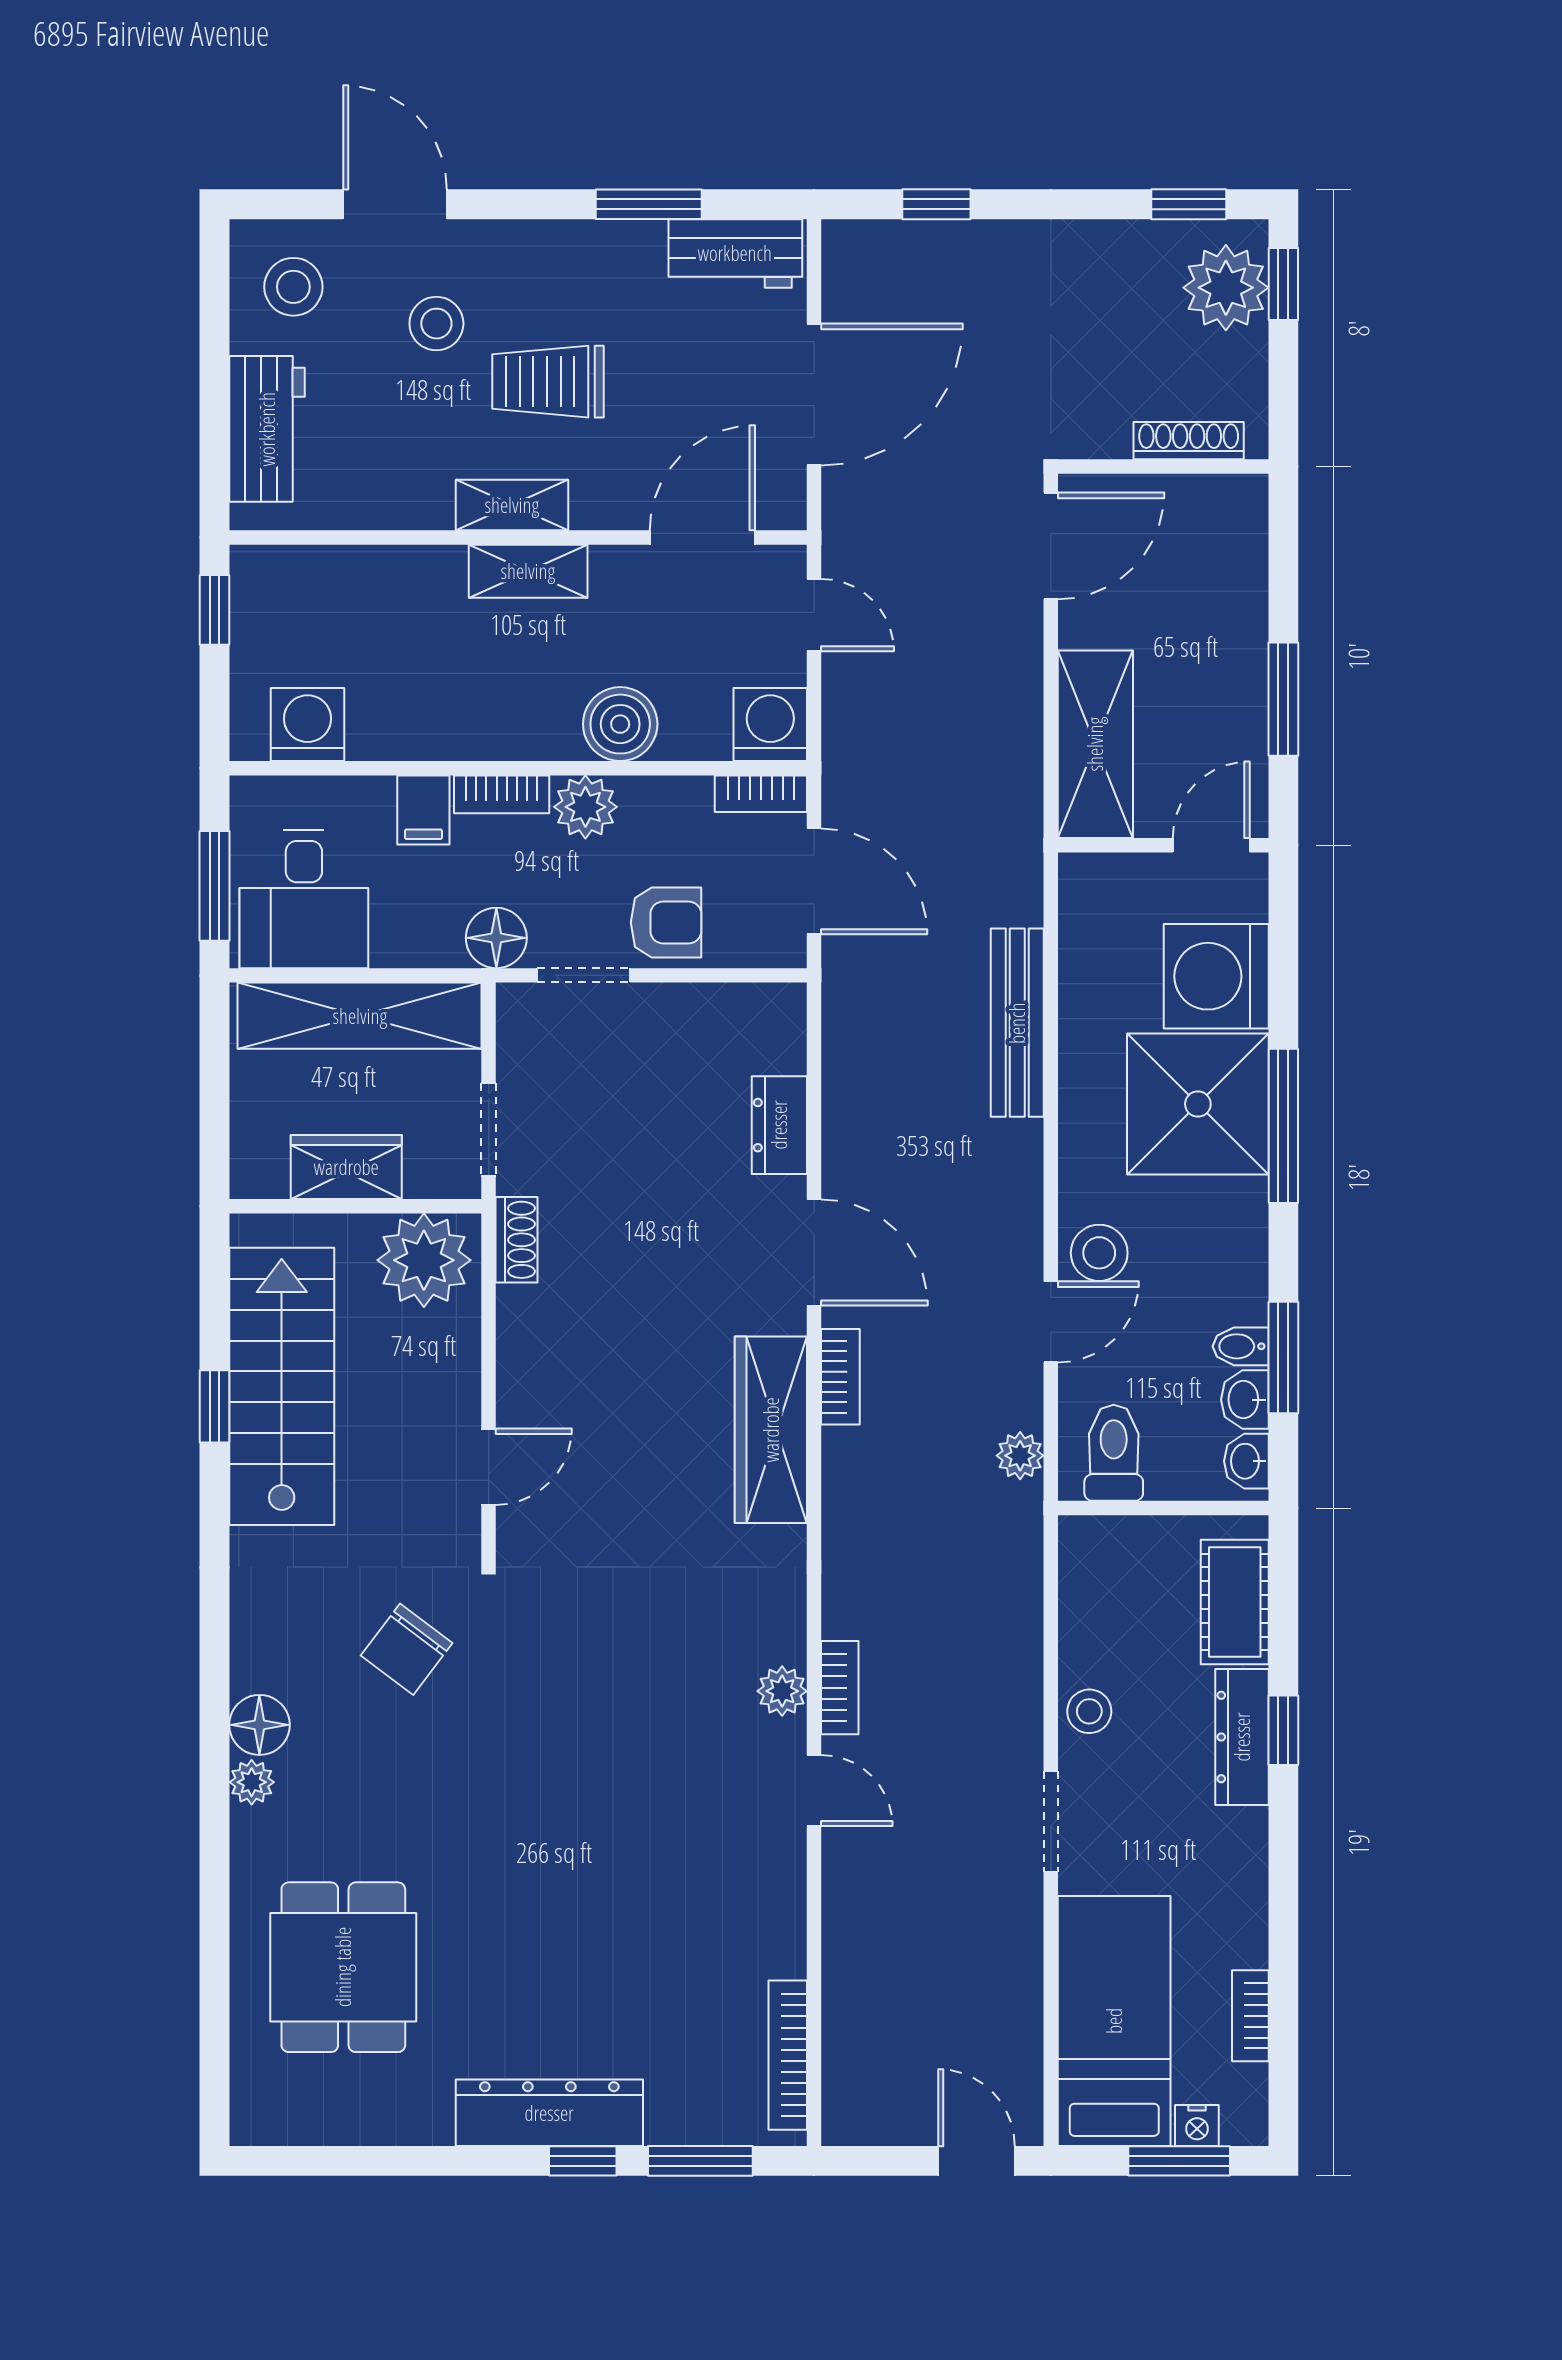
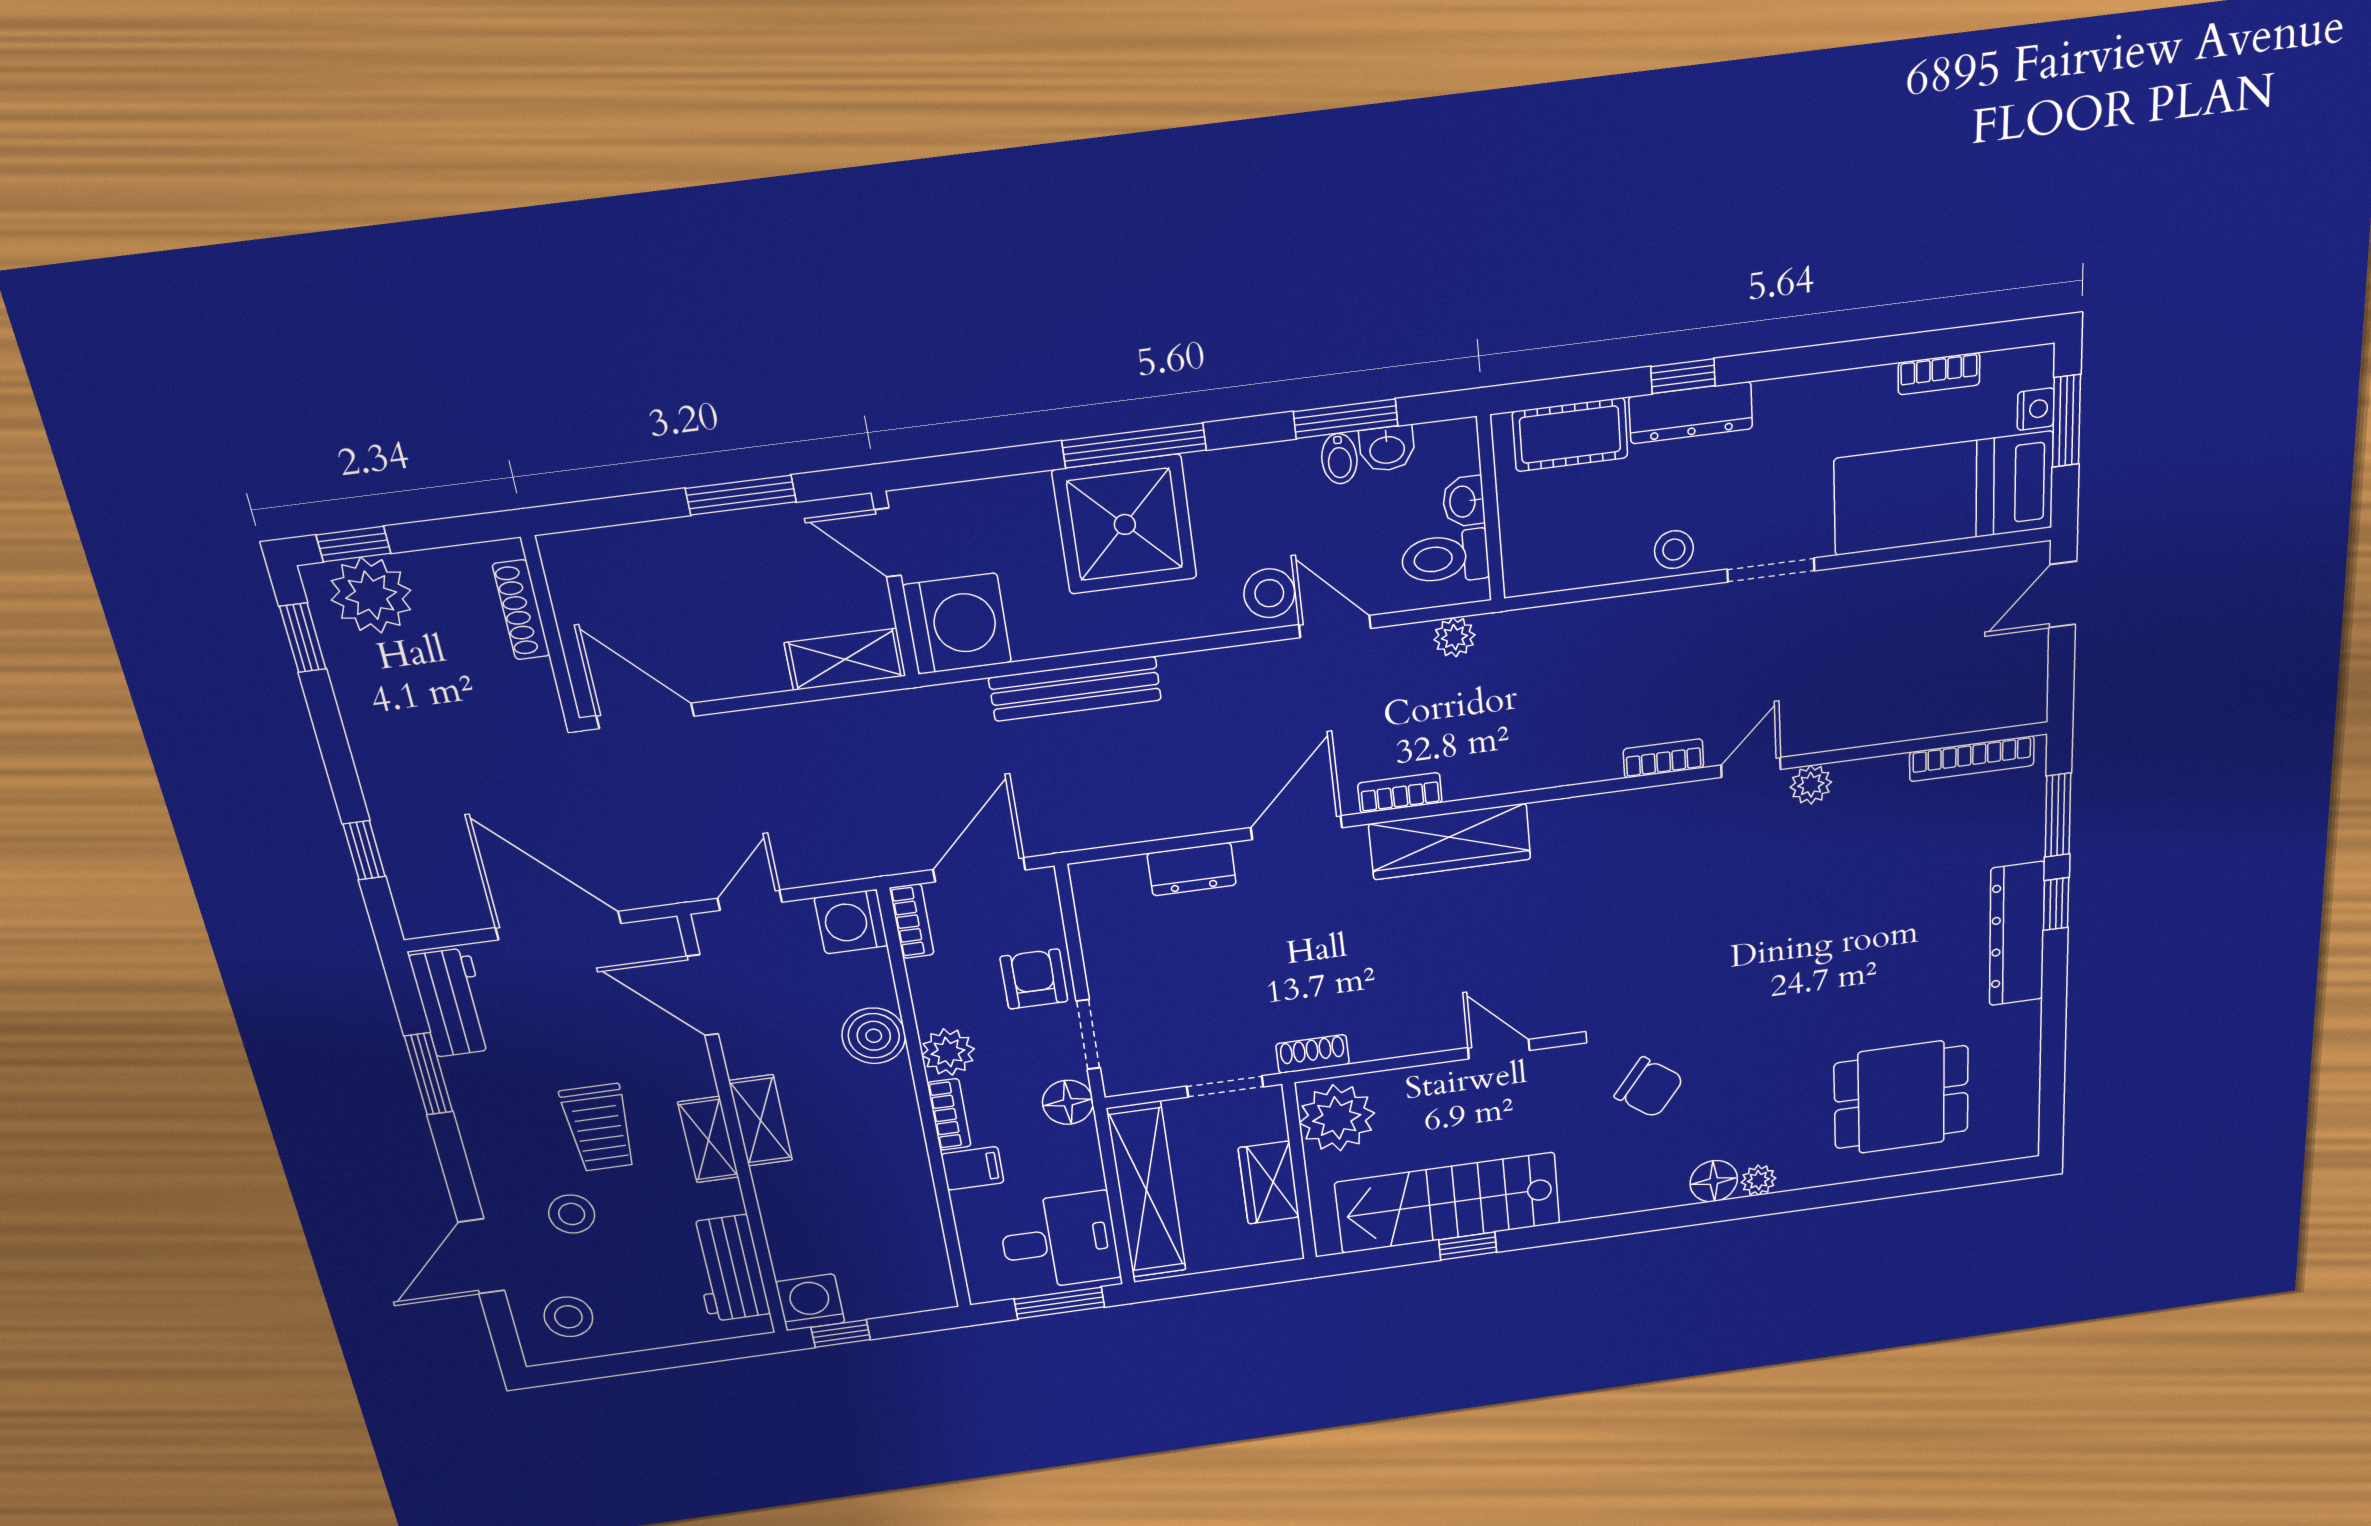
workbench: (267, 429) -> (729, 1268), moved, turned -90
washing machine: (308, 724) -> (810, 1302), moved, turned 90
shelving: (1095, 744) -> (845, 659), width x0.67, depth x0.75
washing machine: (1216, 976) -> (957, 624), moved, turned -90
washbasin: (1246, 1461) -> (1464, 501), moved, turned 90
plant: (782, 1691) -> (1811, 785), moved

